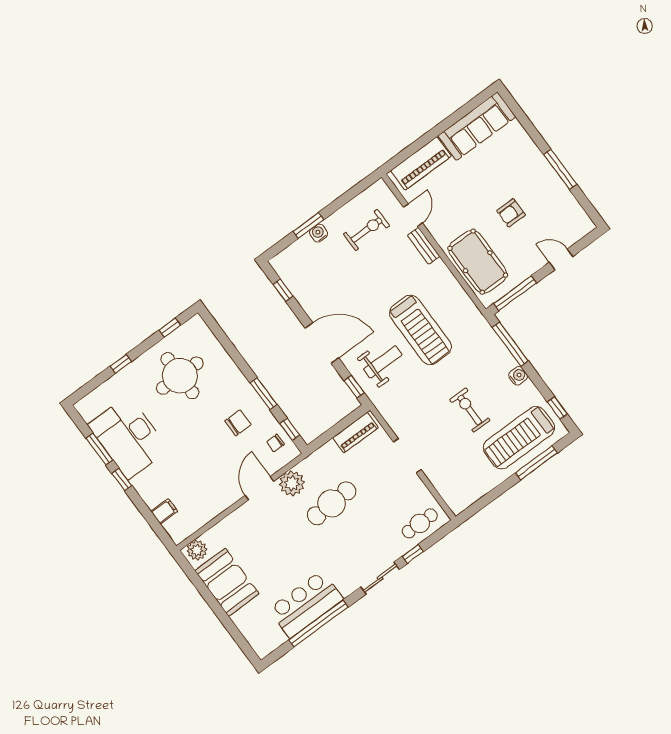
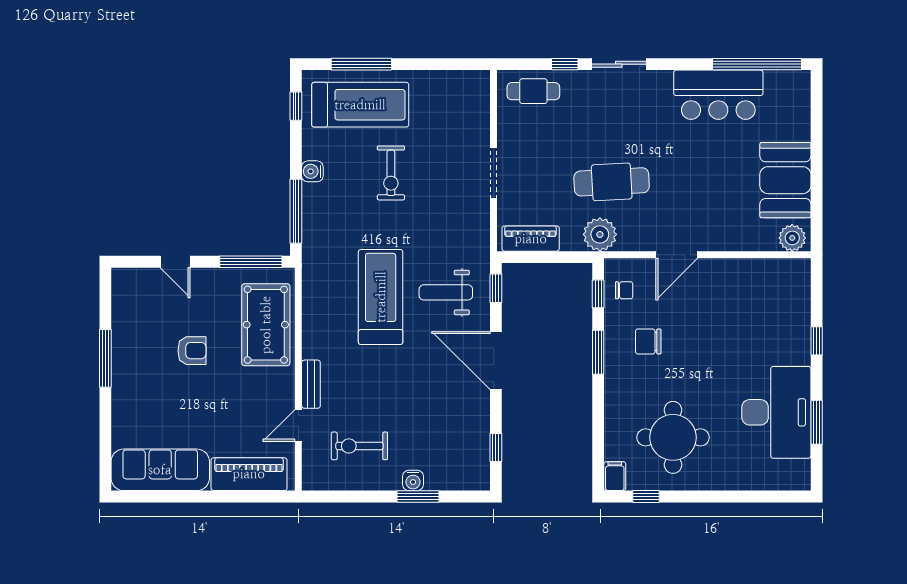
window: (121, 364) -> (727, 496), removed
window: (122, 479) -> (817, 341), moved
plant: (292, 483) -> (600, 234), moved
filing cabinet: (164, 511) -> (615, 476), moved, turned 90
window: (318, 623) -> (757, 64), moved

